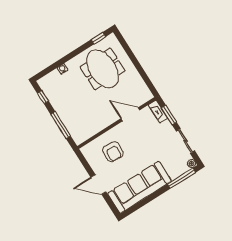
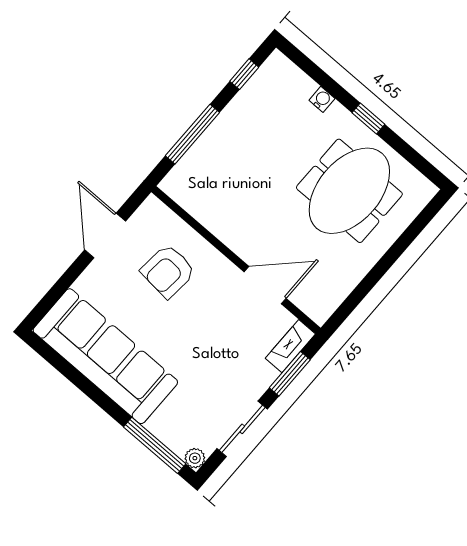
window: (98, 38) -> (368, 119), moved
door: (130, 114) -> (265, 285), hinge flipped
door: (98, 185) -> (105, 235), moved

